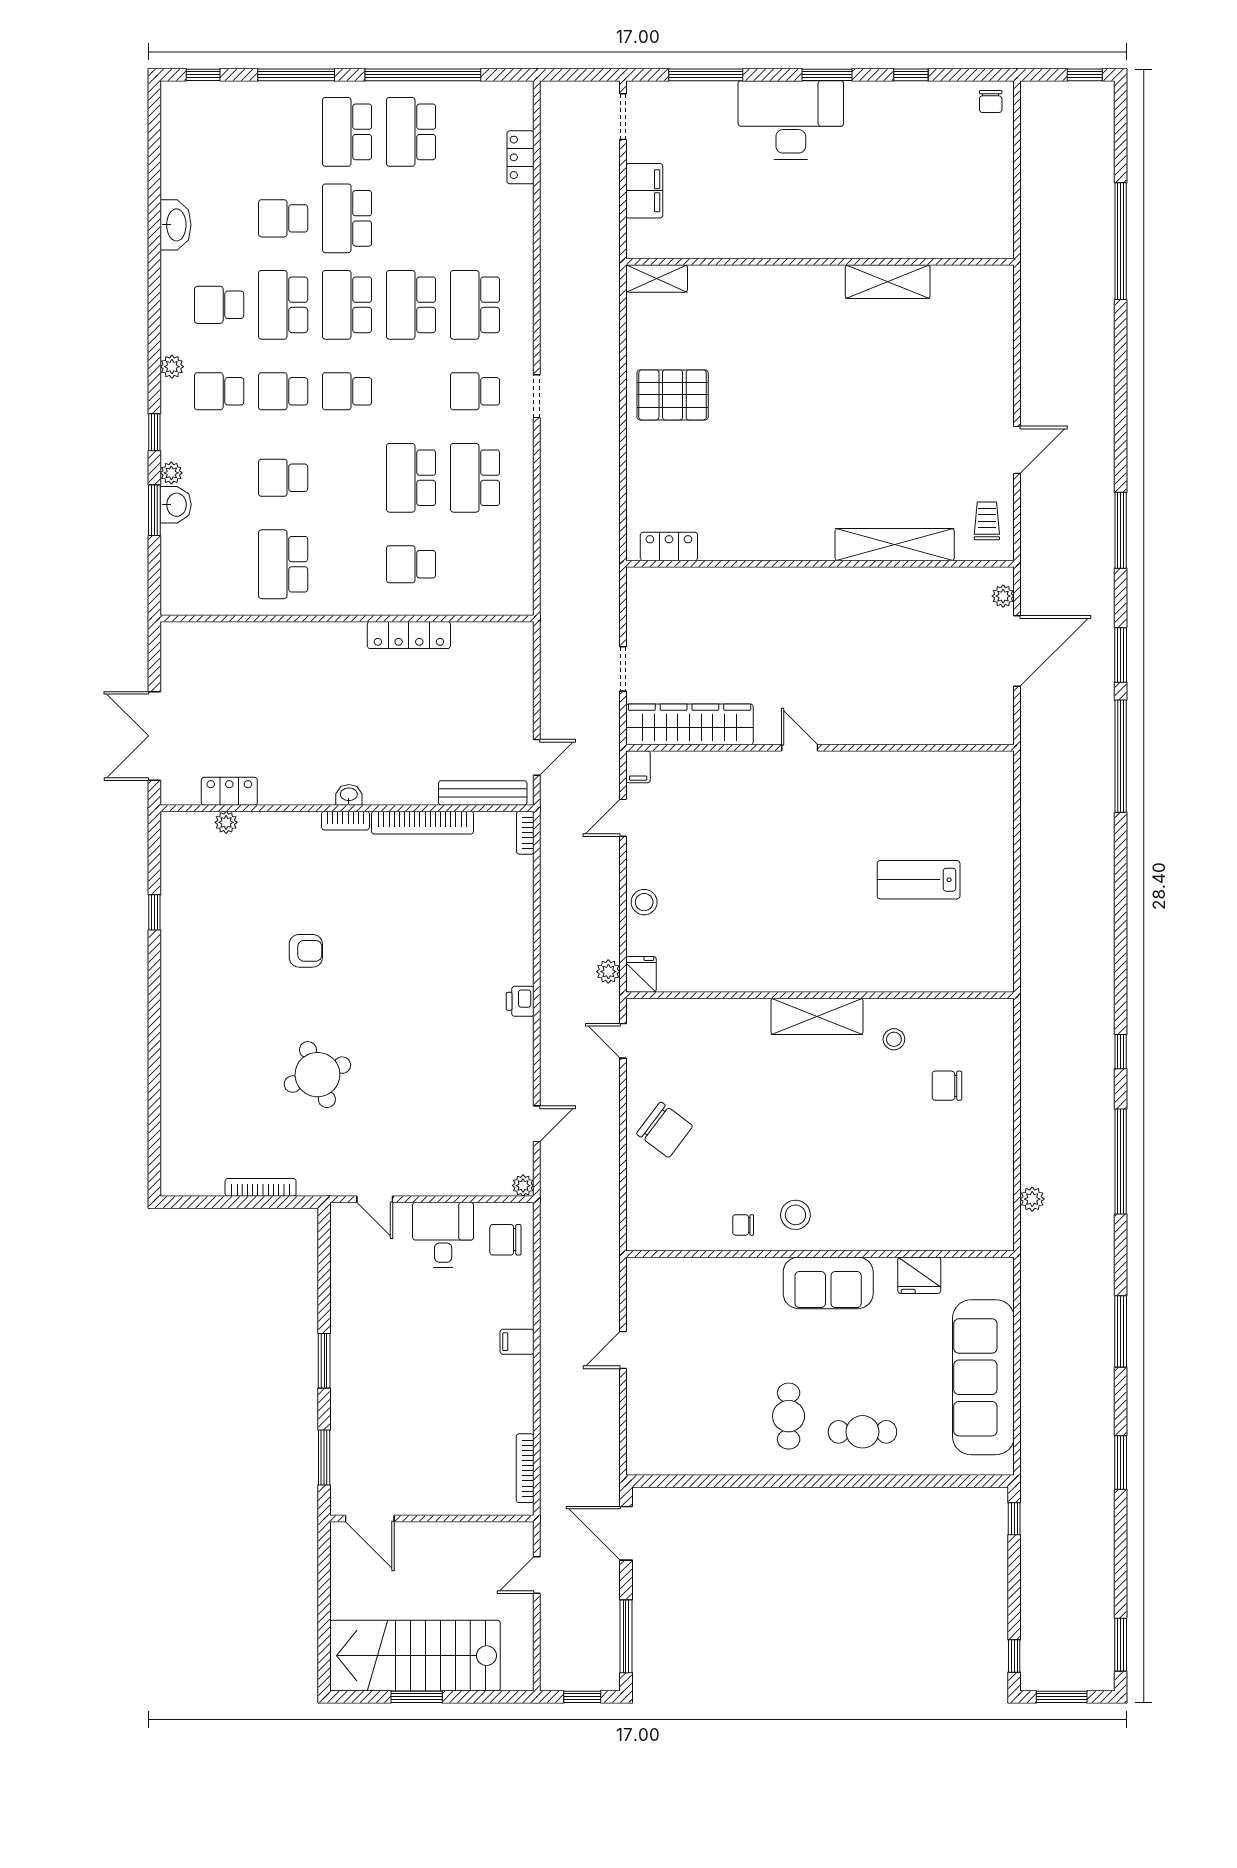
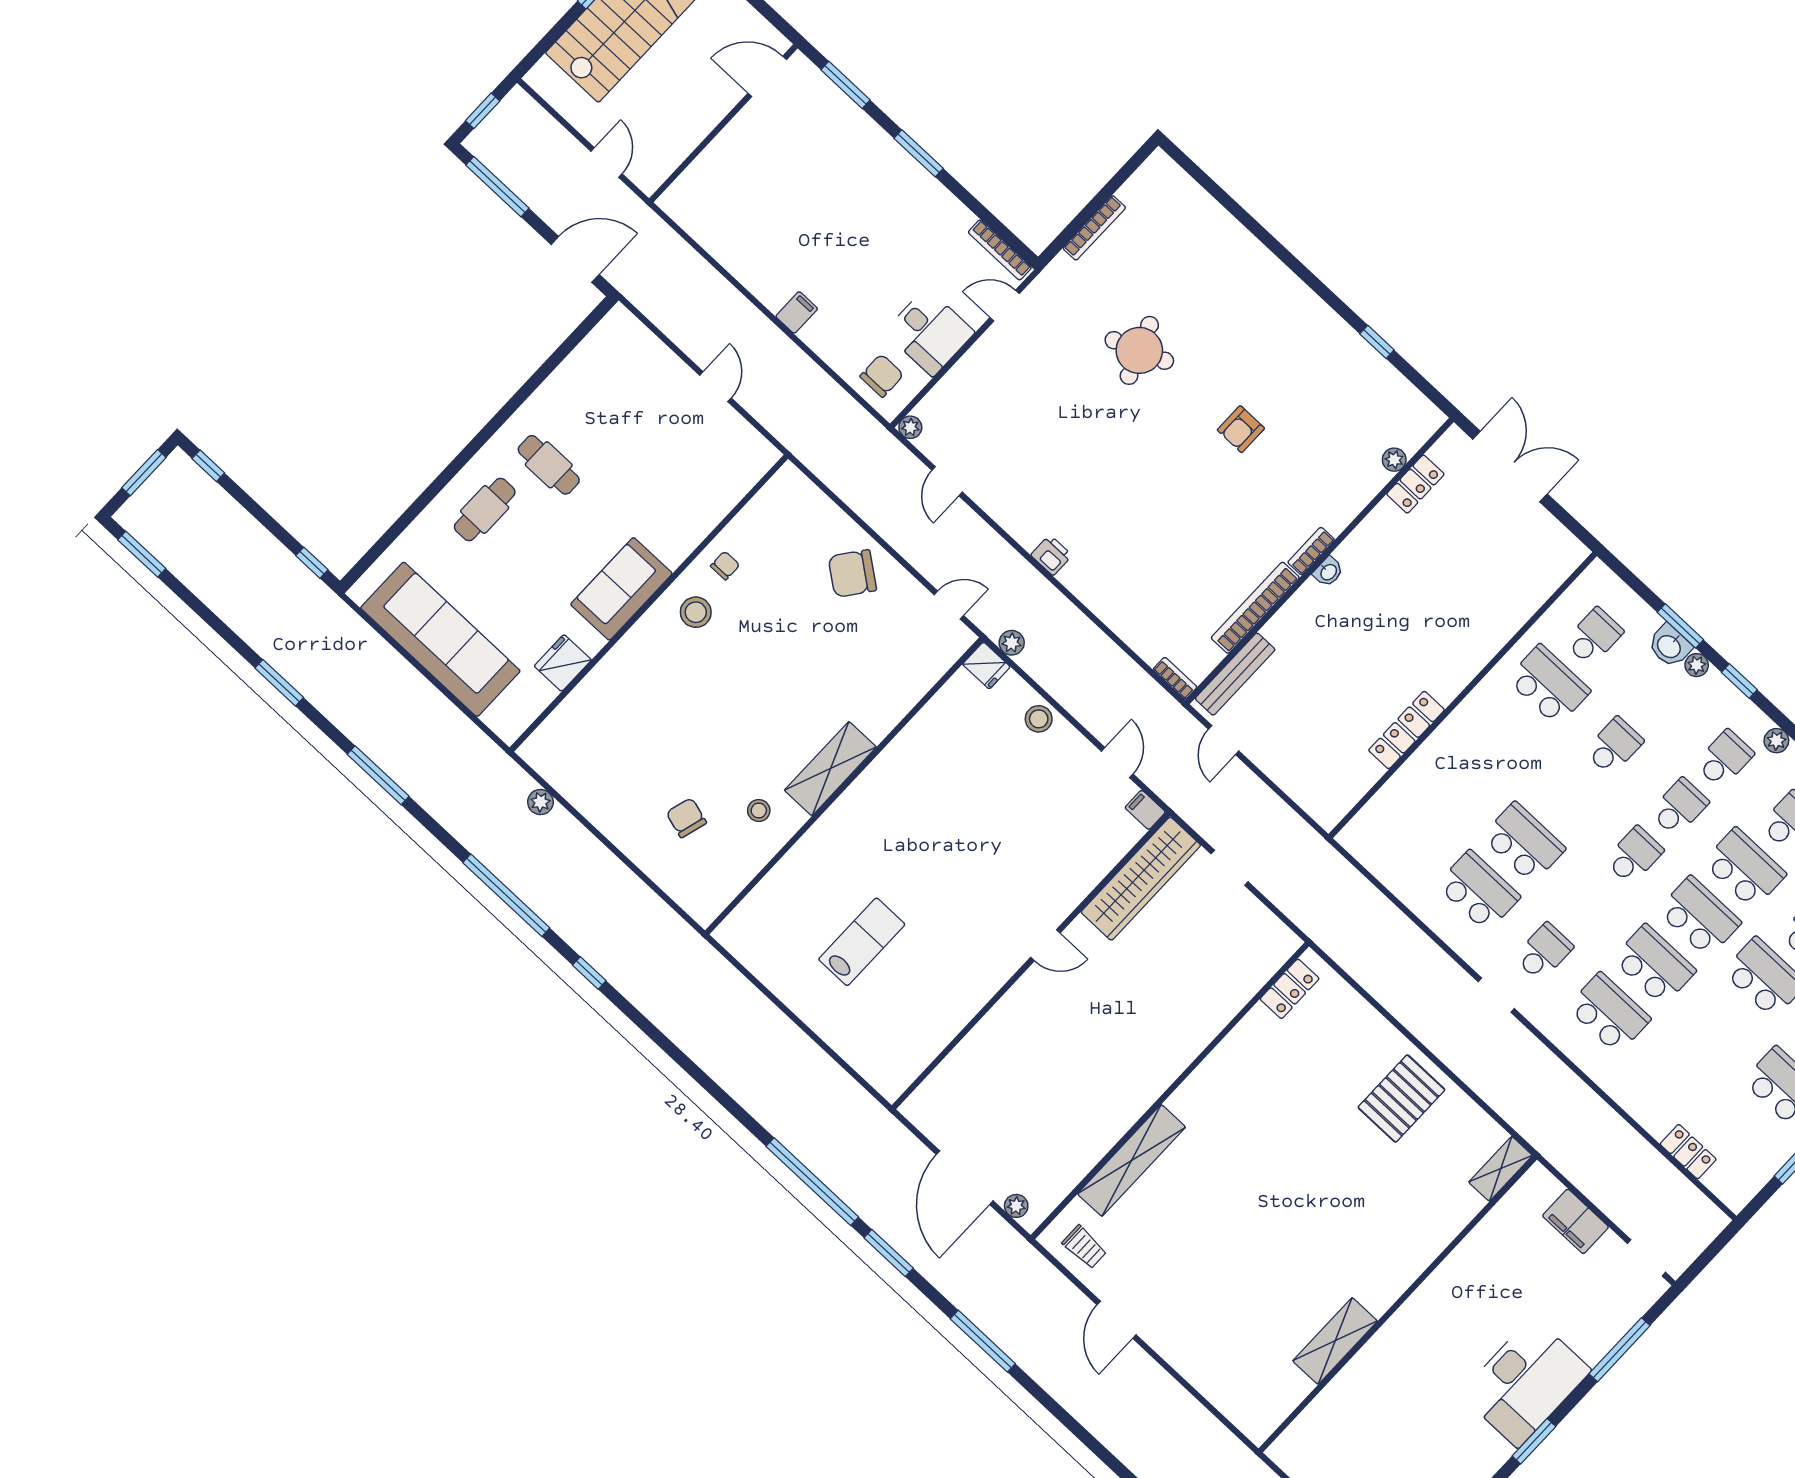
school desk: (411, 564) -> (1594, 637), moved
chair: (947, 1086) -> (686, 818), turned -74
bookcase: (525, 1468) -> (1000, 250), moved, turned 180

